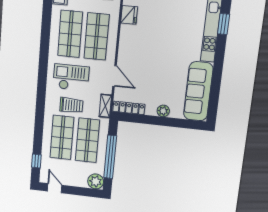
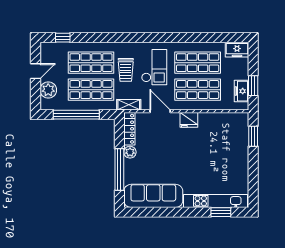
fridge: (129, 15) -> (189, 120), moved
door: (115, 76) -> (160, 111), swing flipped
plant: (163, 111) -> (130, 152), moved
window: (168, 122) -> (119, 169), added
plant: (96, 181) -> (48, 90), moved
door: (55, 188) -> (36, 71), moved

